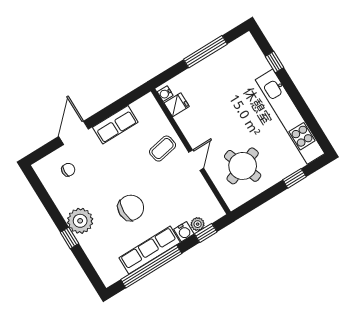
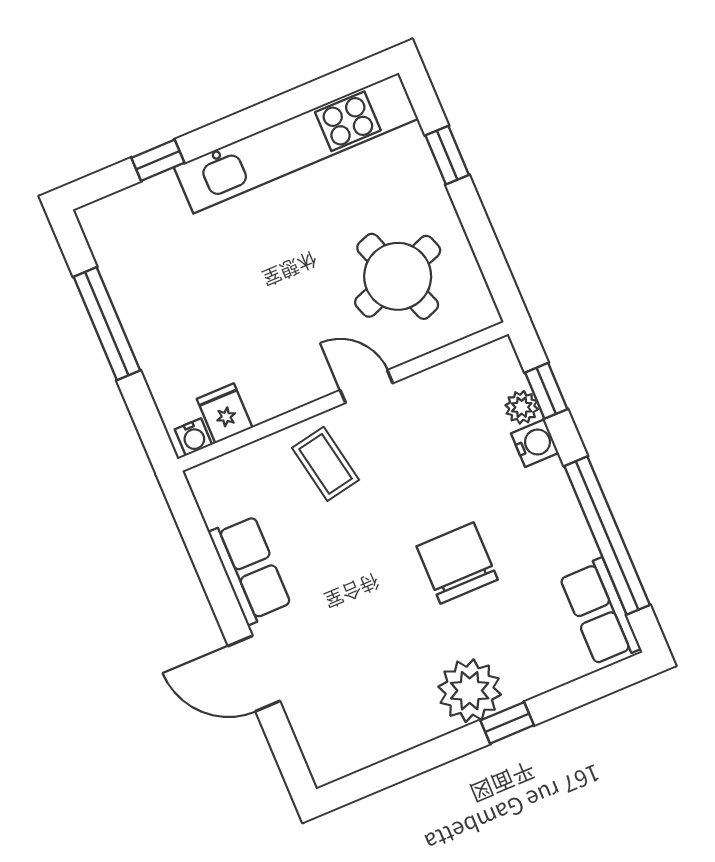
chair: (68, 170) -> (341, 700), removed
row of seats: (150, 250) -> (600, 612), moved, width x0.68

